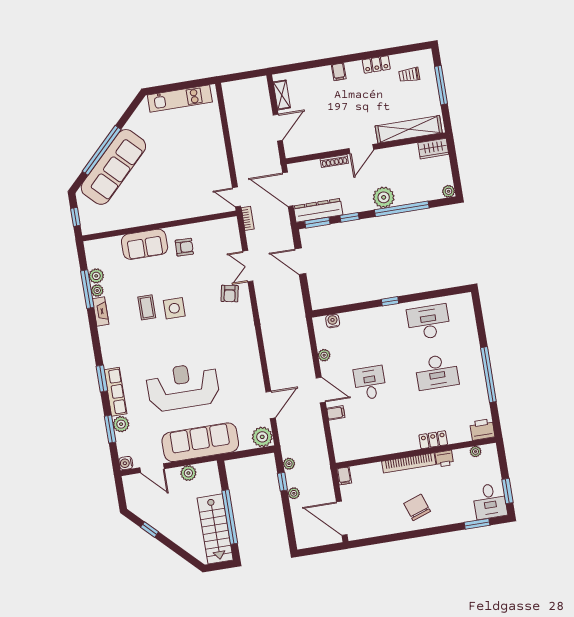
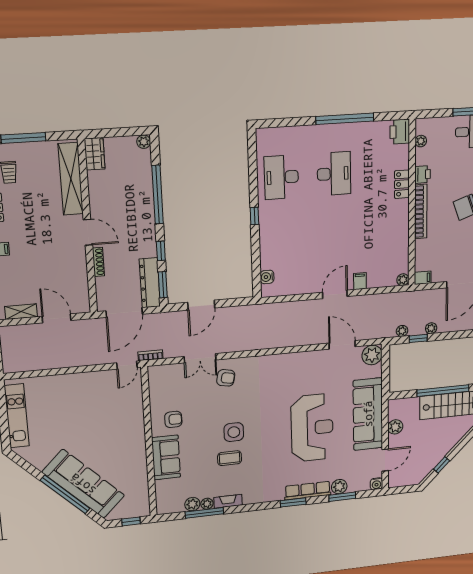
plant: (384, 197) -> (143, 213), removed
armchair: (184, 247) -> (173, 419), turned 88
plant: (324, 355) -> (403, 280), moved
desk: (370, 383) -> (335, 244), removed
reception desk: (183, 387) -> (312, 428), turned 180

